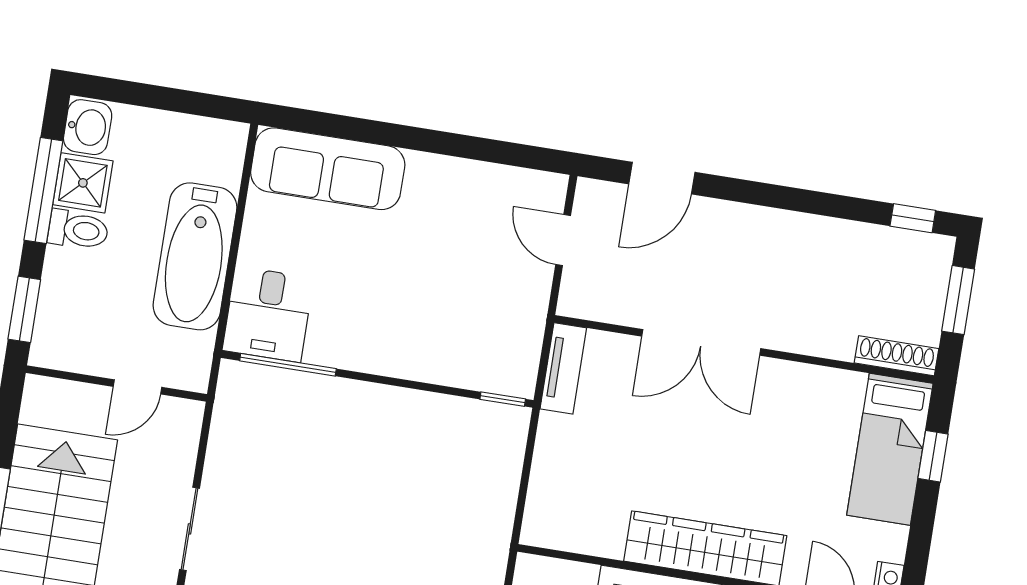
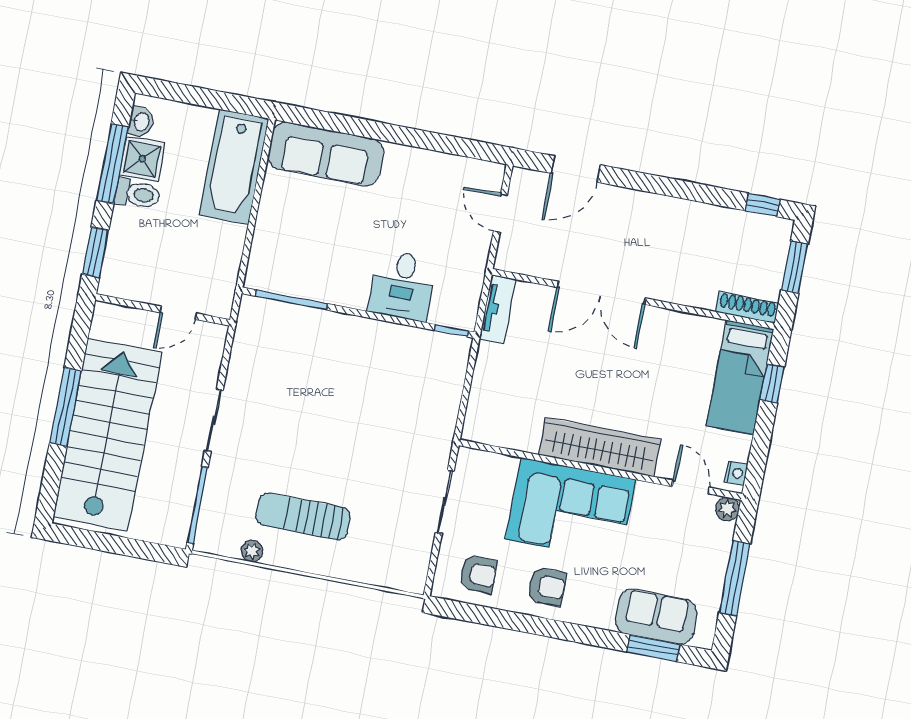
washbasin: (88, 127) -> (141, 122), width x0.72, depth x0.69
bathtub: (195, 256) -> (234, 167), moved
desk: (268, 314) -> (402, 286), moved

